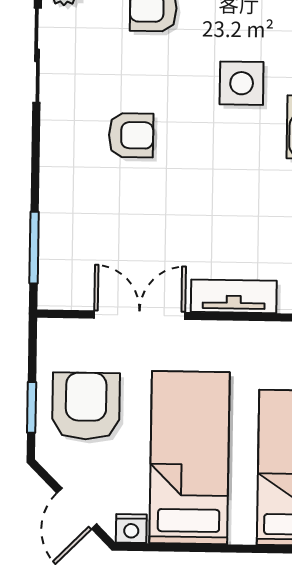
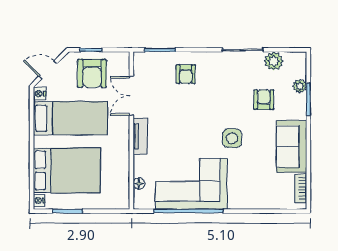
armchair: (131, 135) -> (186, 74), moved
double door: (140, 315) -> (131, 96), swing flipped
armchair: (86, 406) -> (92, 73), turned 90

